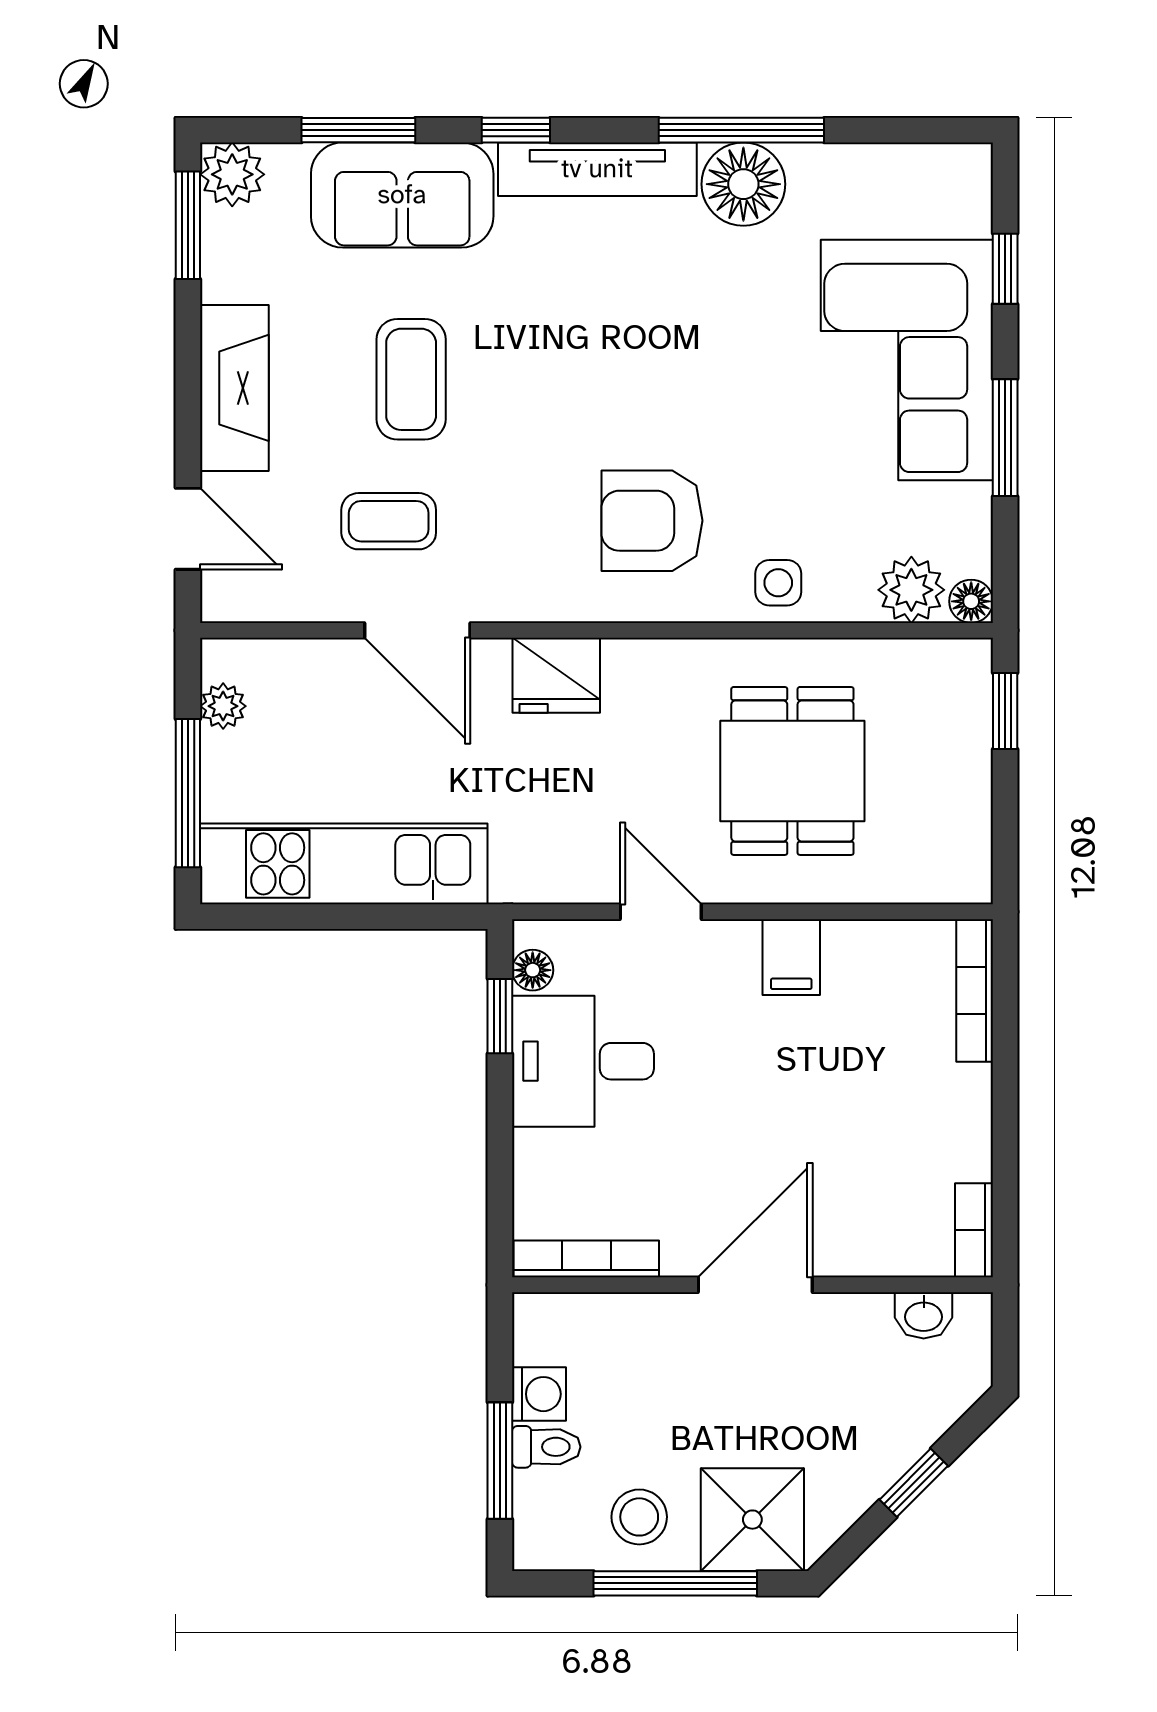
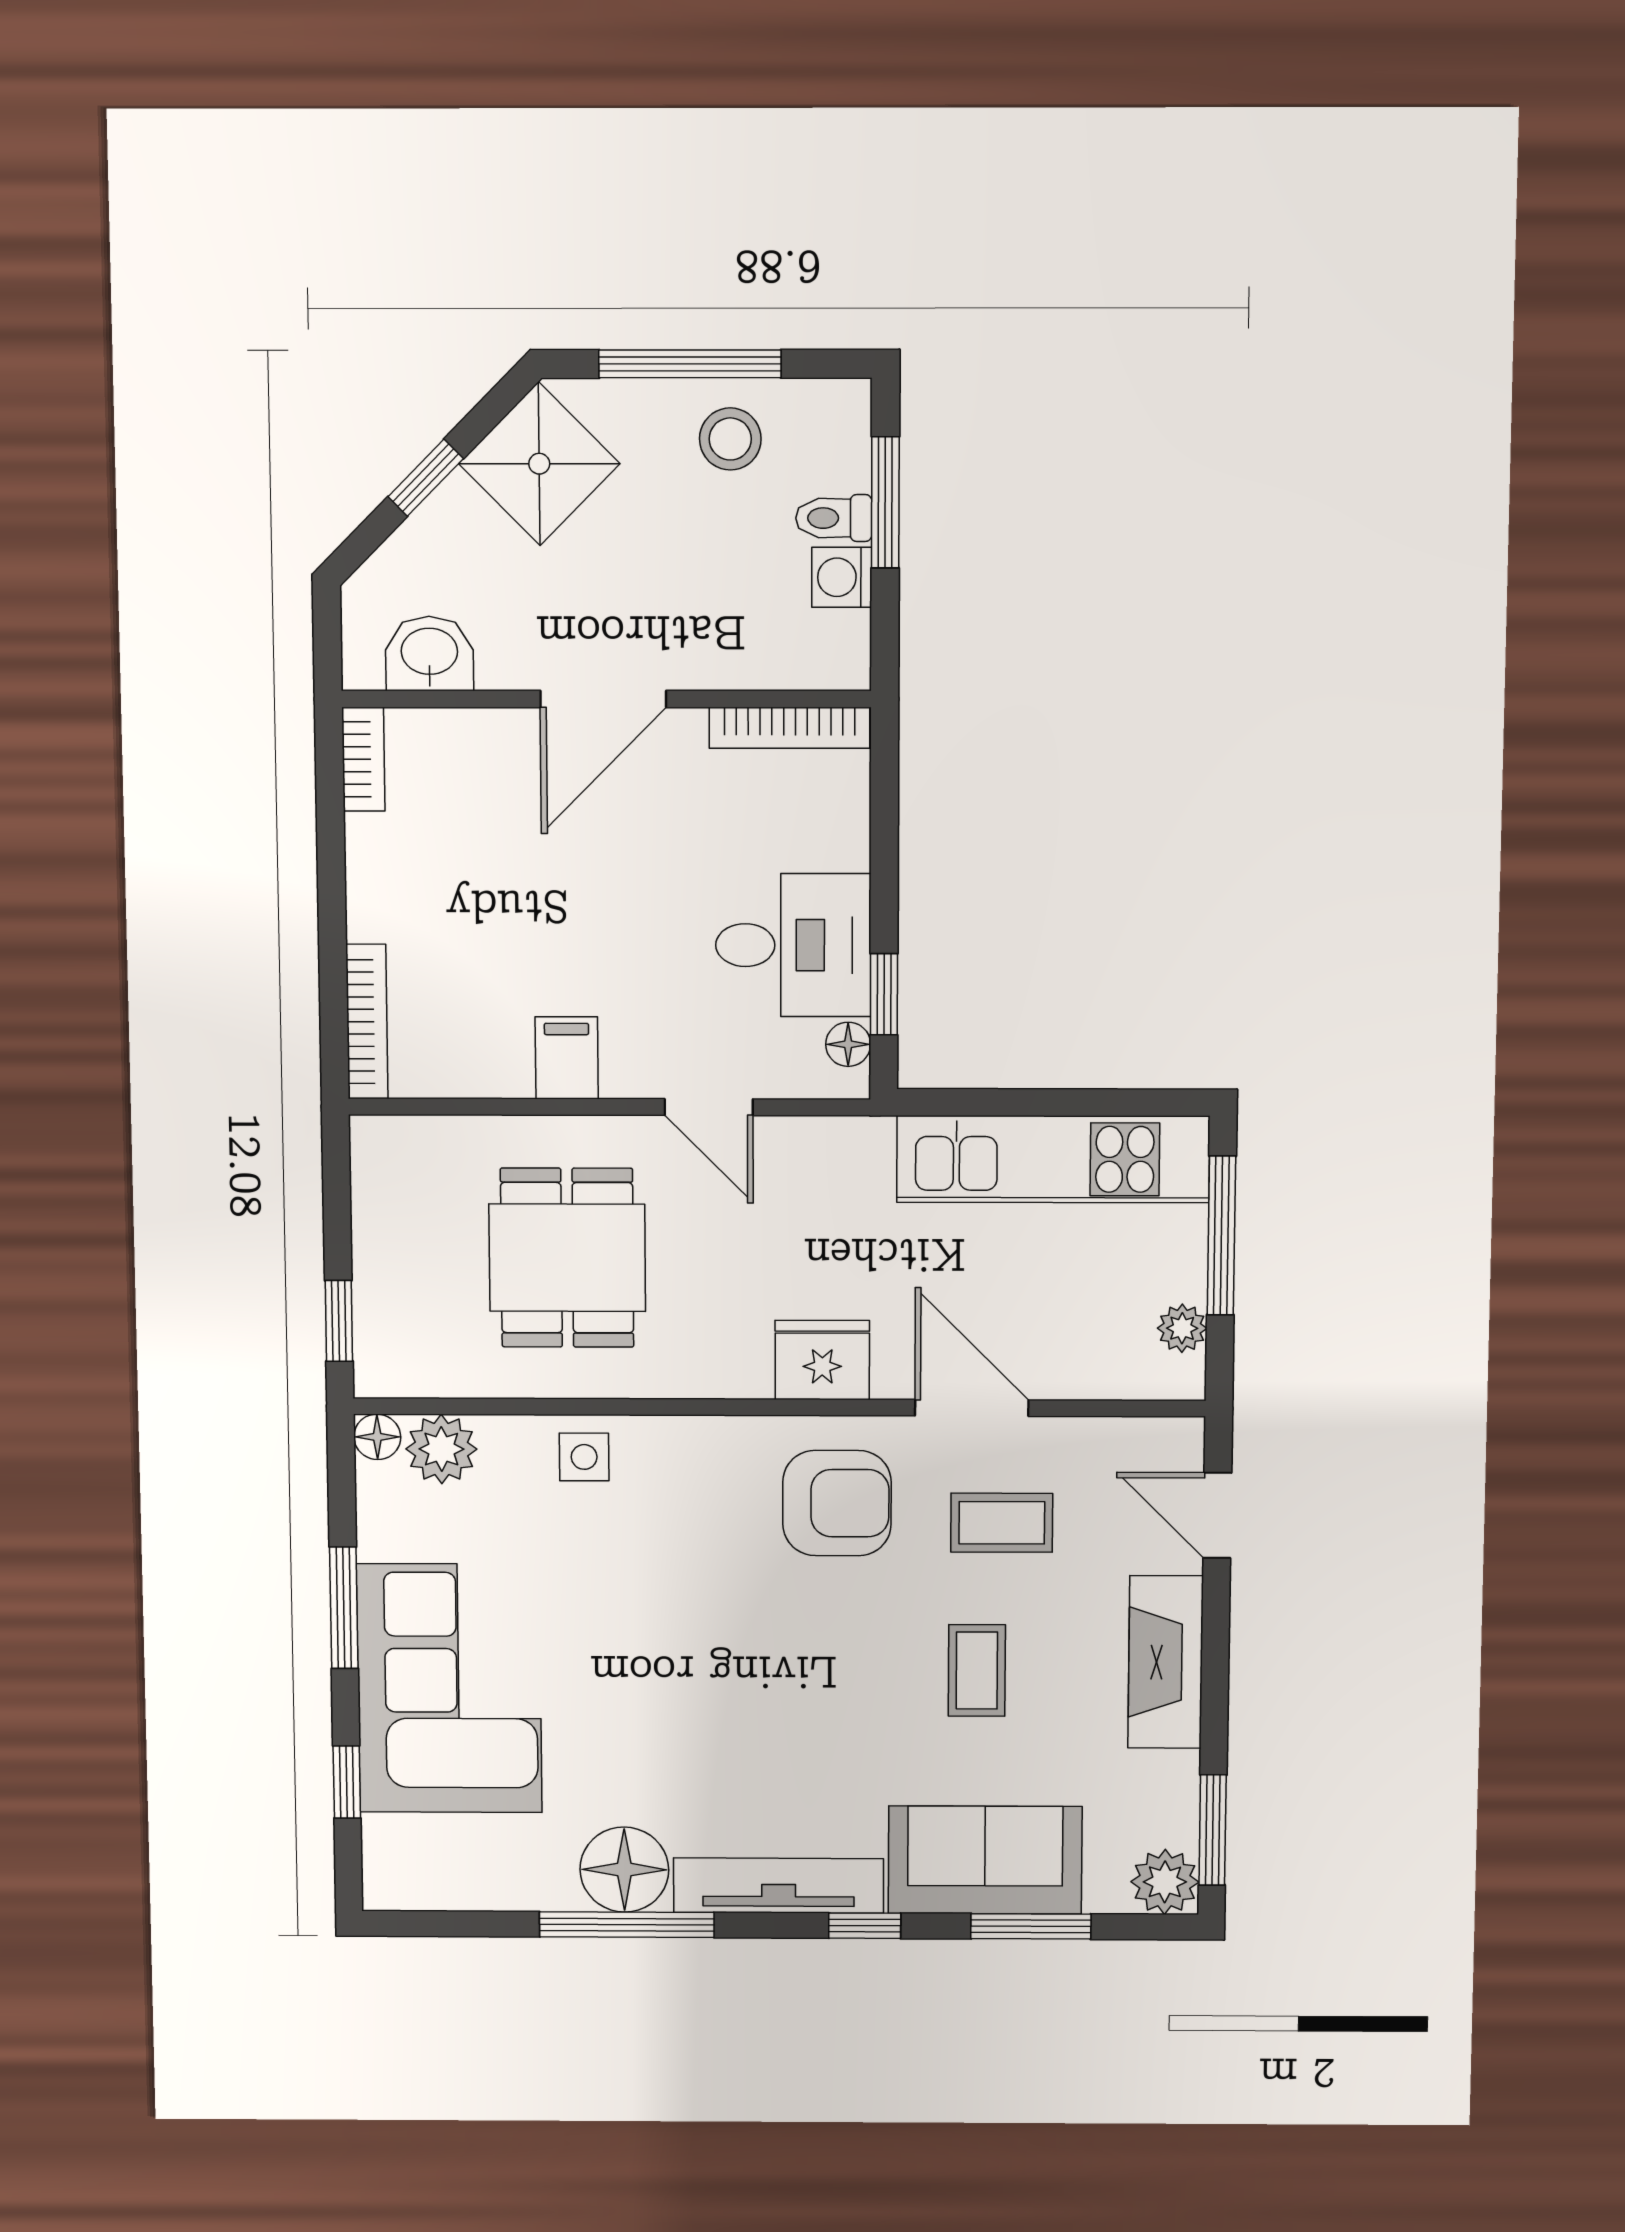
coffee table: (411, 379) -> (977, 1670), width x0.73, depth x0.77
armchair: (652, 521) -> (837, 1503), moved
washbasin: (924, 1315) -> (429, 654), width x1.38, depth x1.45
shower: (752, 1520) -> (539, 464), moved, turned 45

